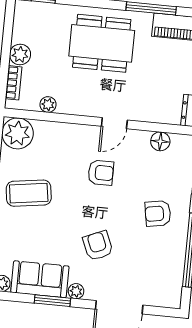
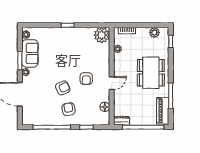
plant: (20, 54) -> (154, 33), moved
door: (114, 123) -> (112, 83), swing flipped
coffee table: (29, 193) -> (72, 44), removed
armchair: (98, 246) -> (63, 88), moved

